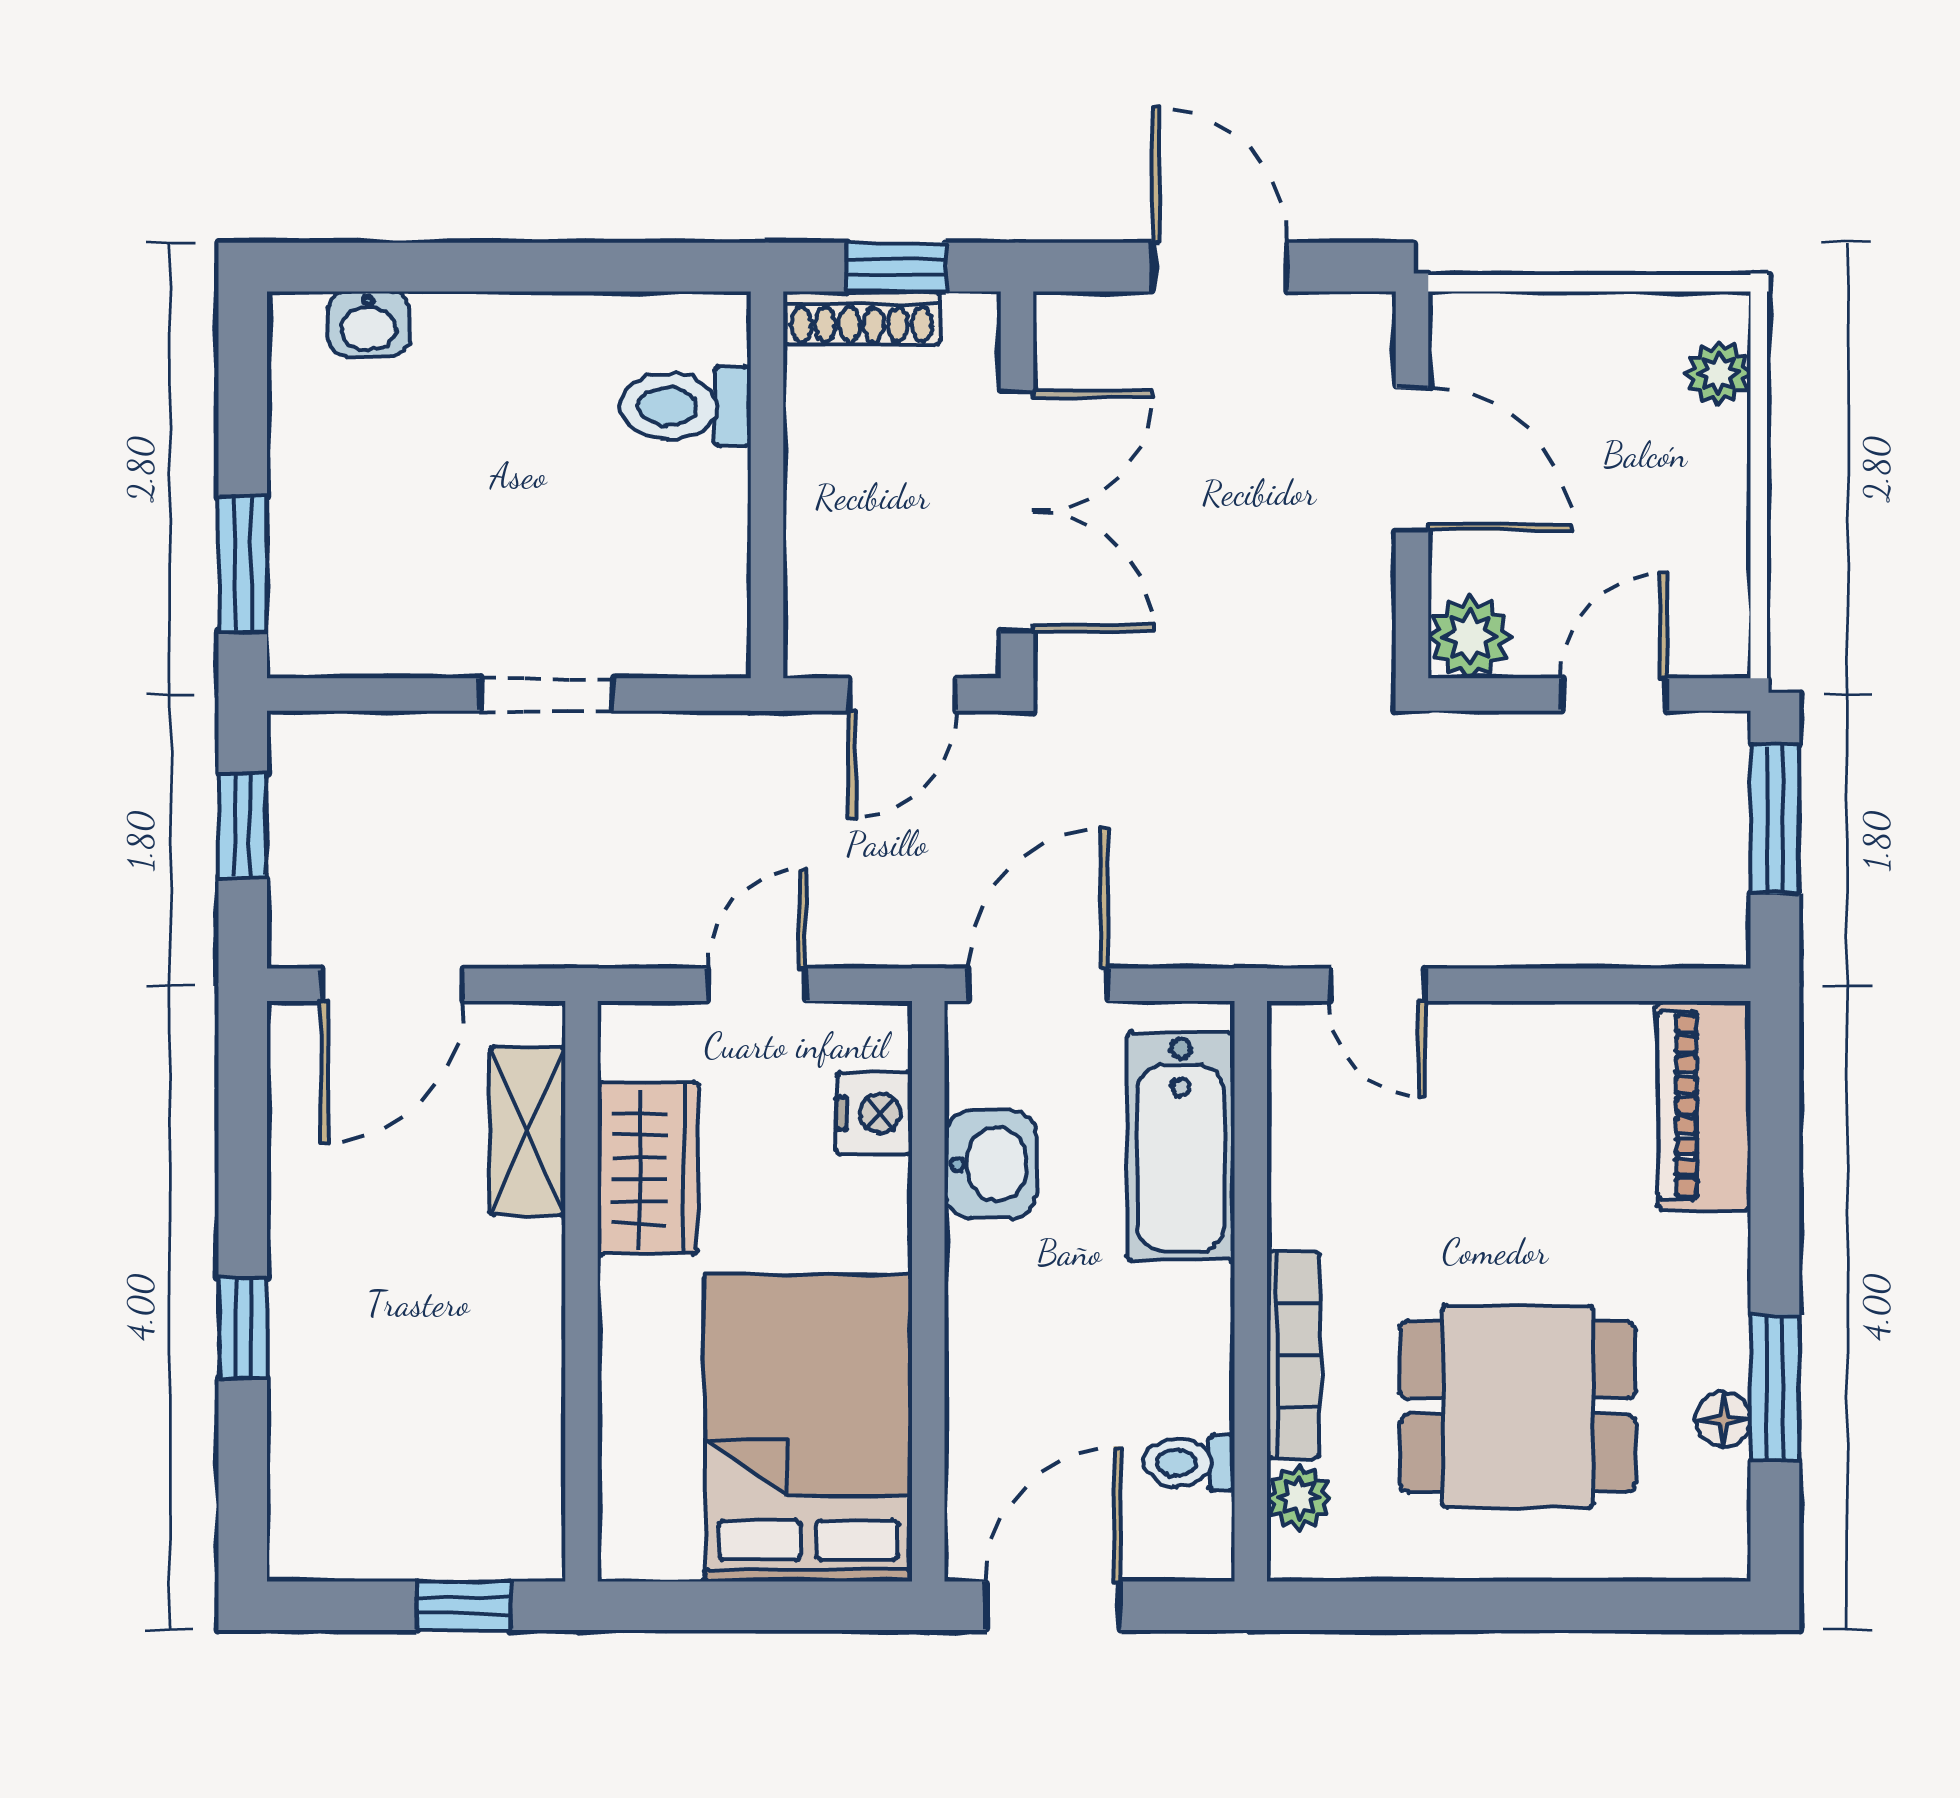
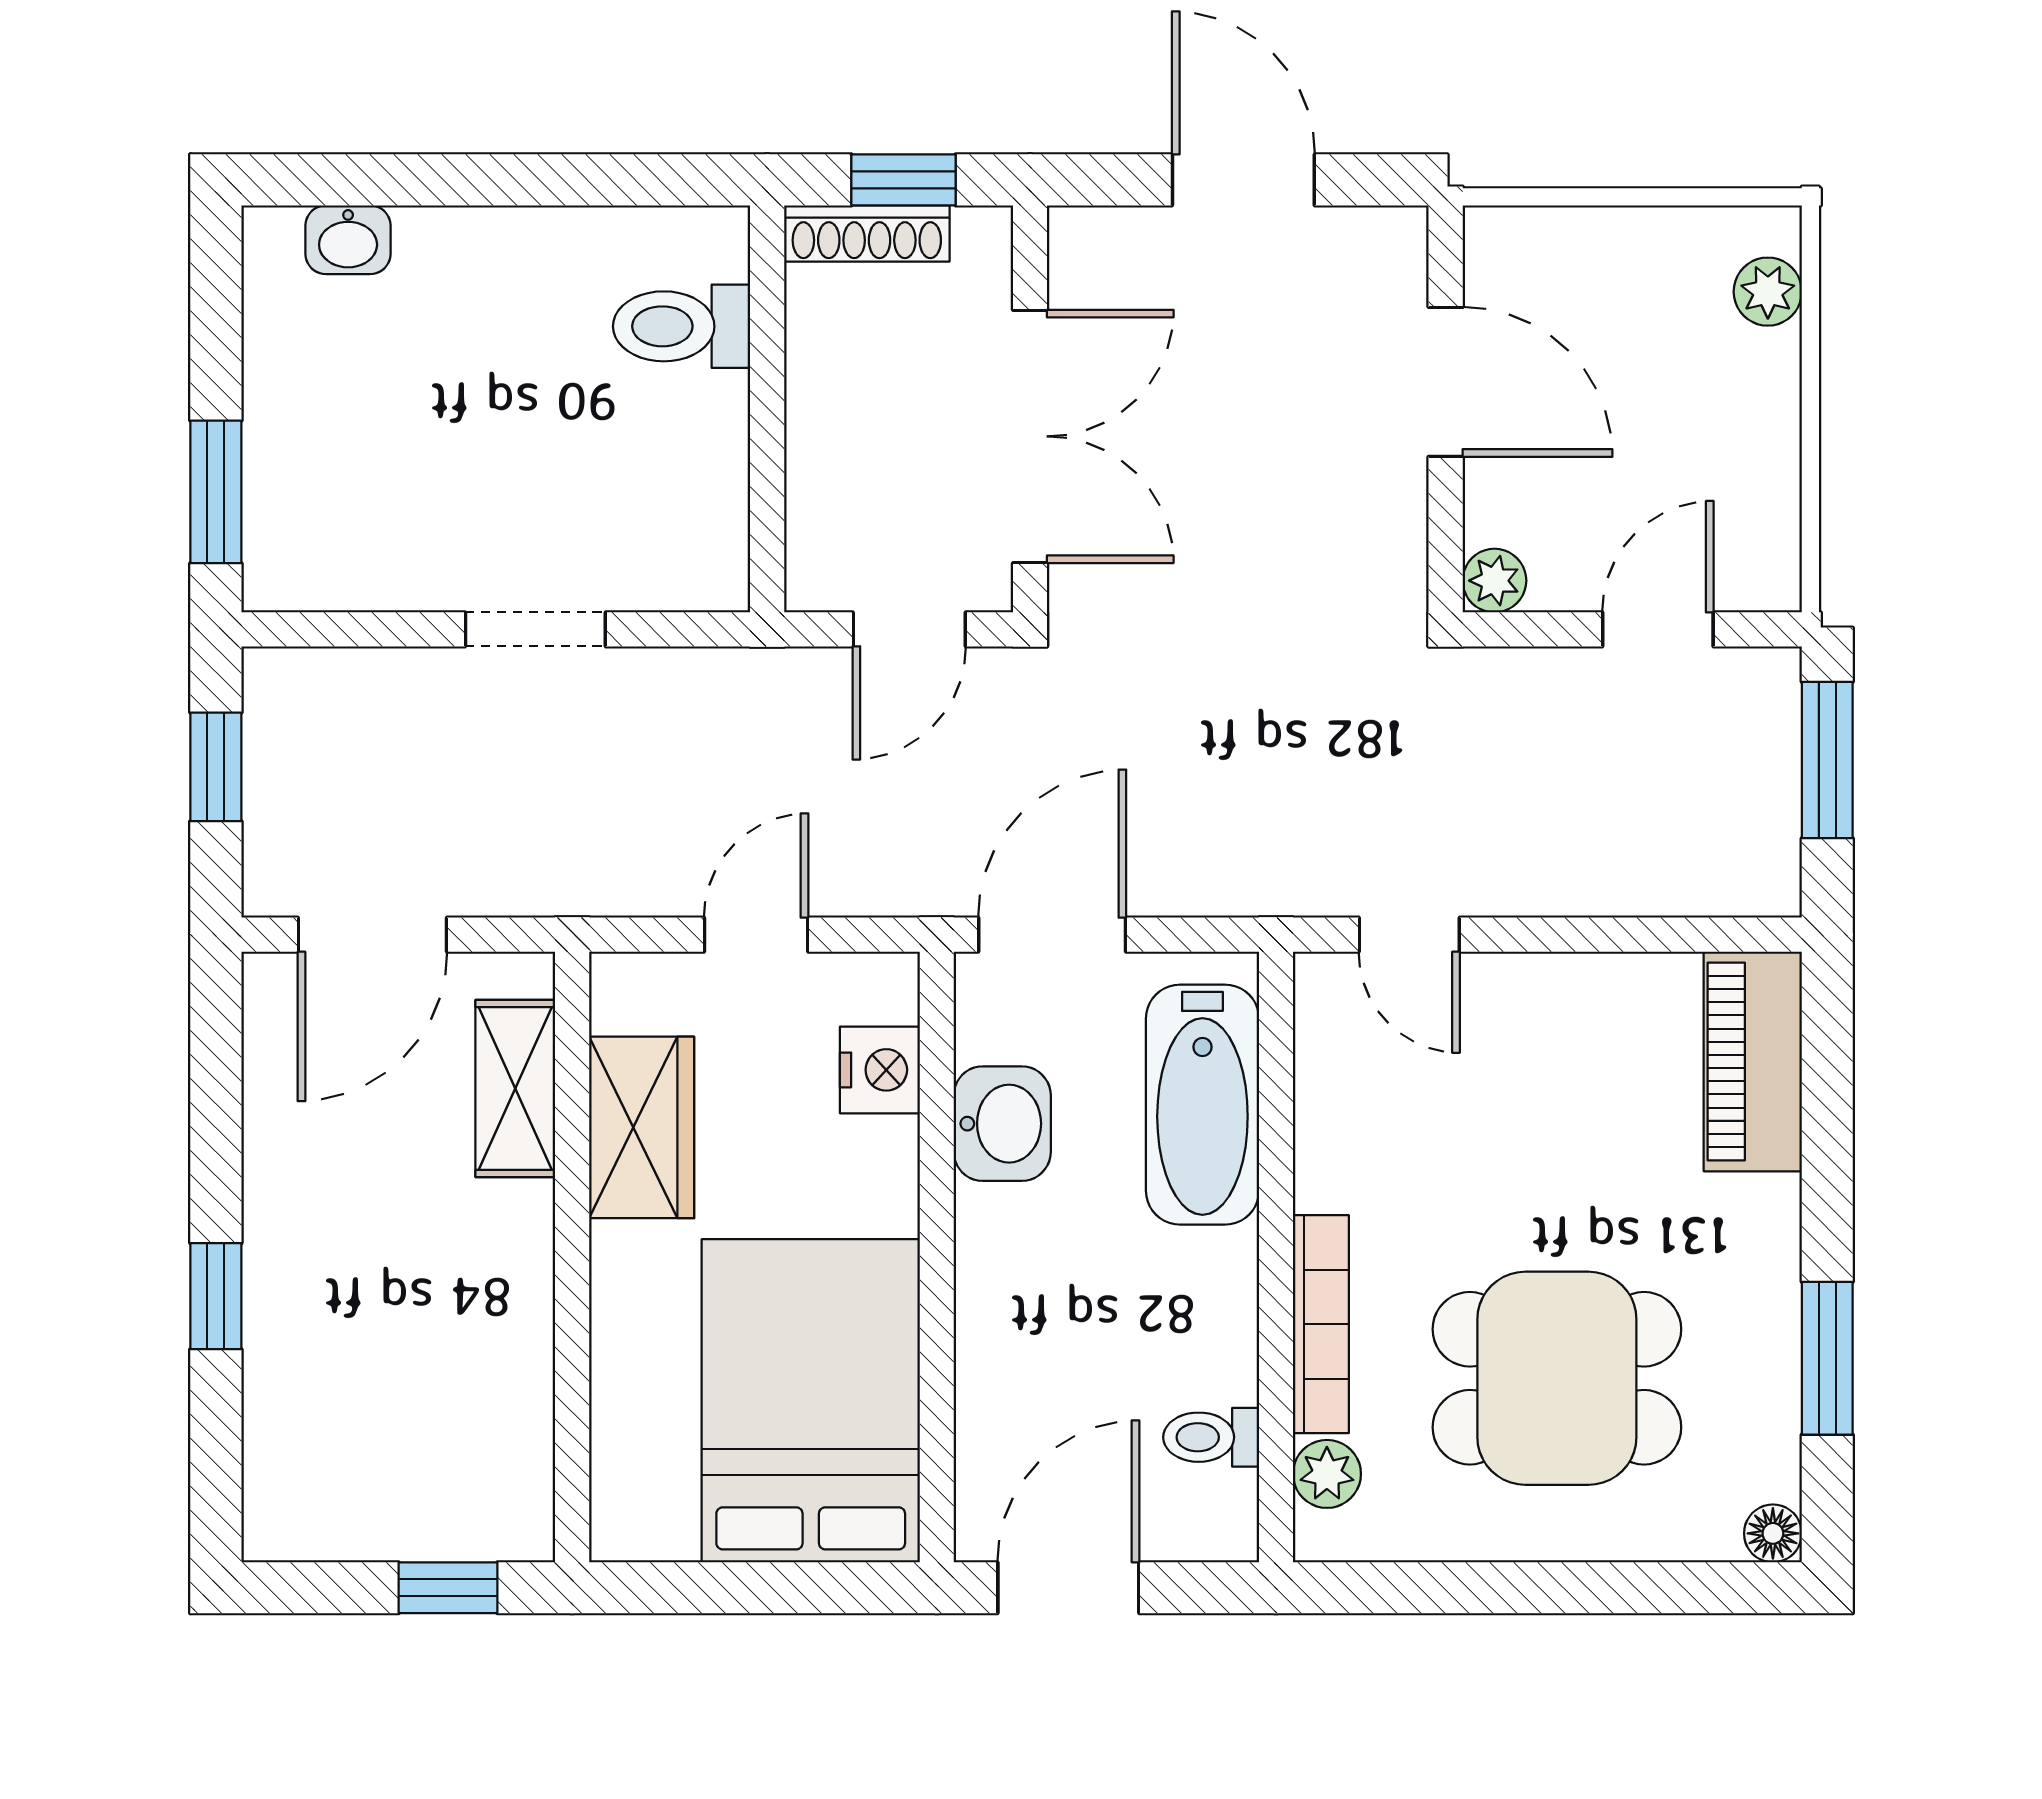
plant: (1470, 637) -> (1494, 581), width x0.73, depth x0.73
floor lamp: (1723, 1420) -> (1773, 1533), moved

